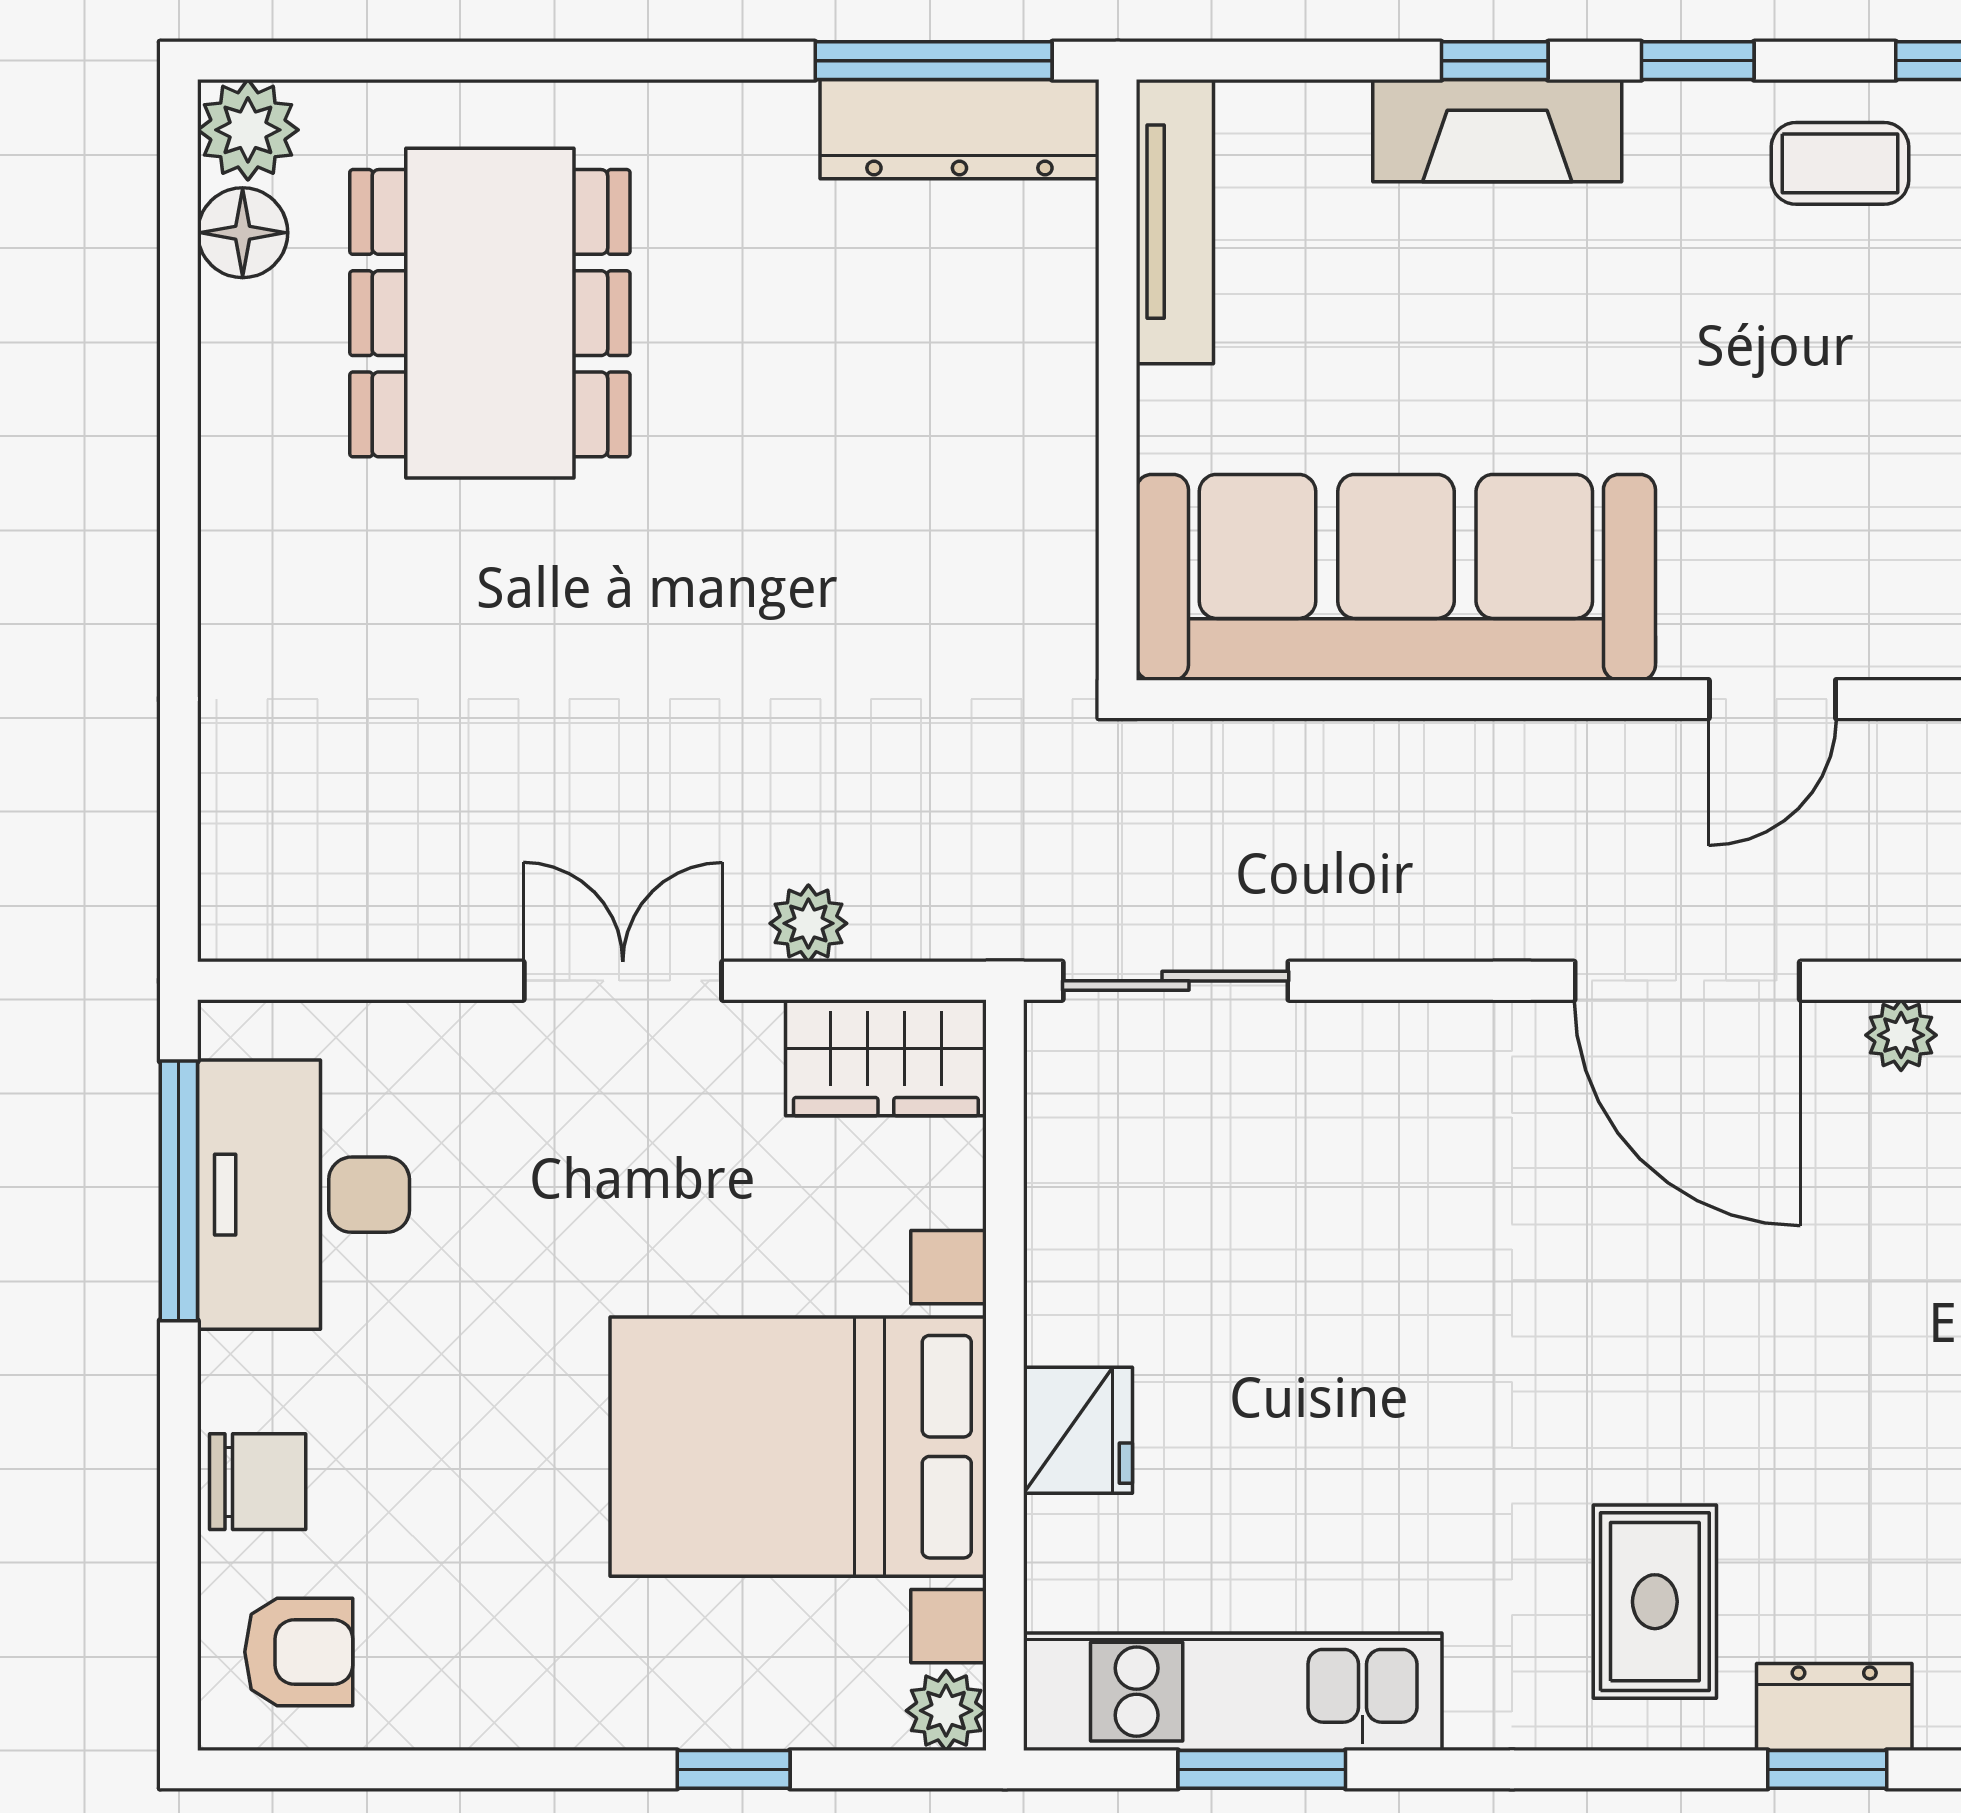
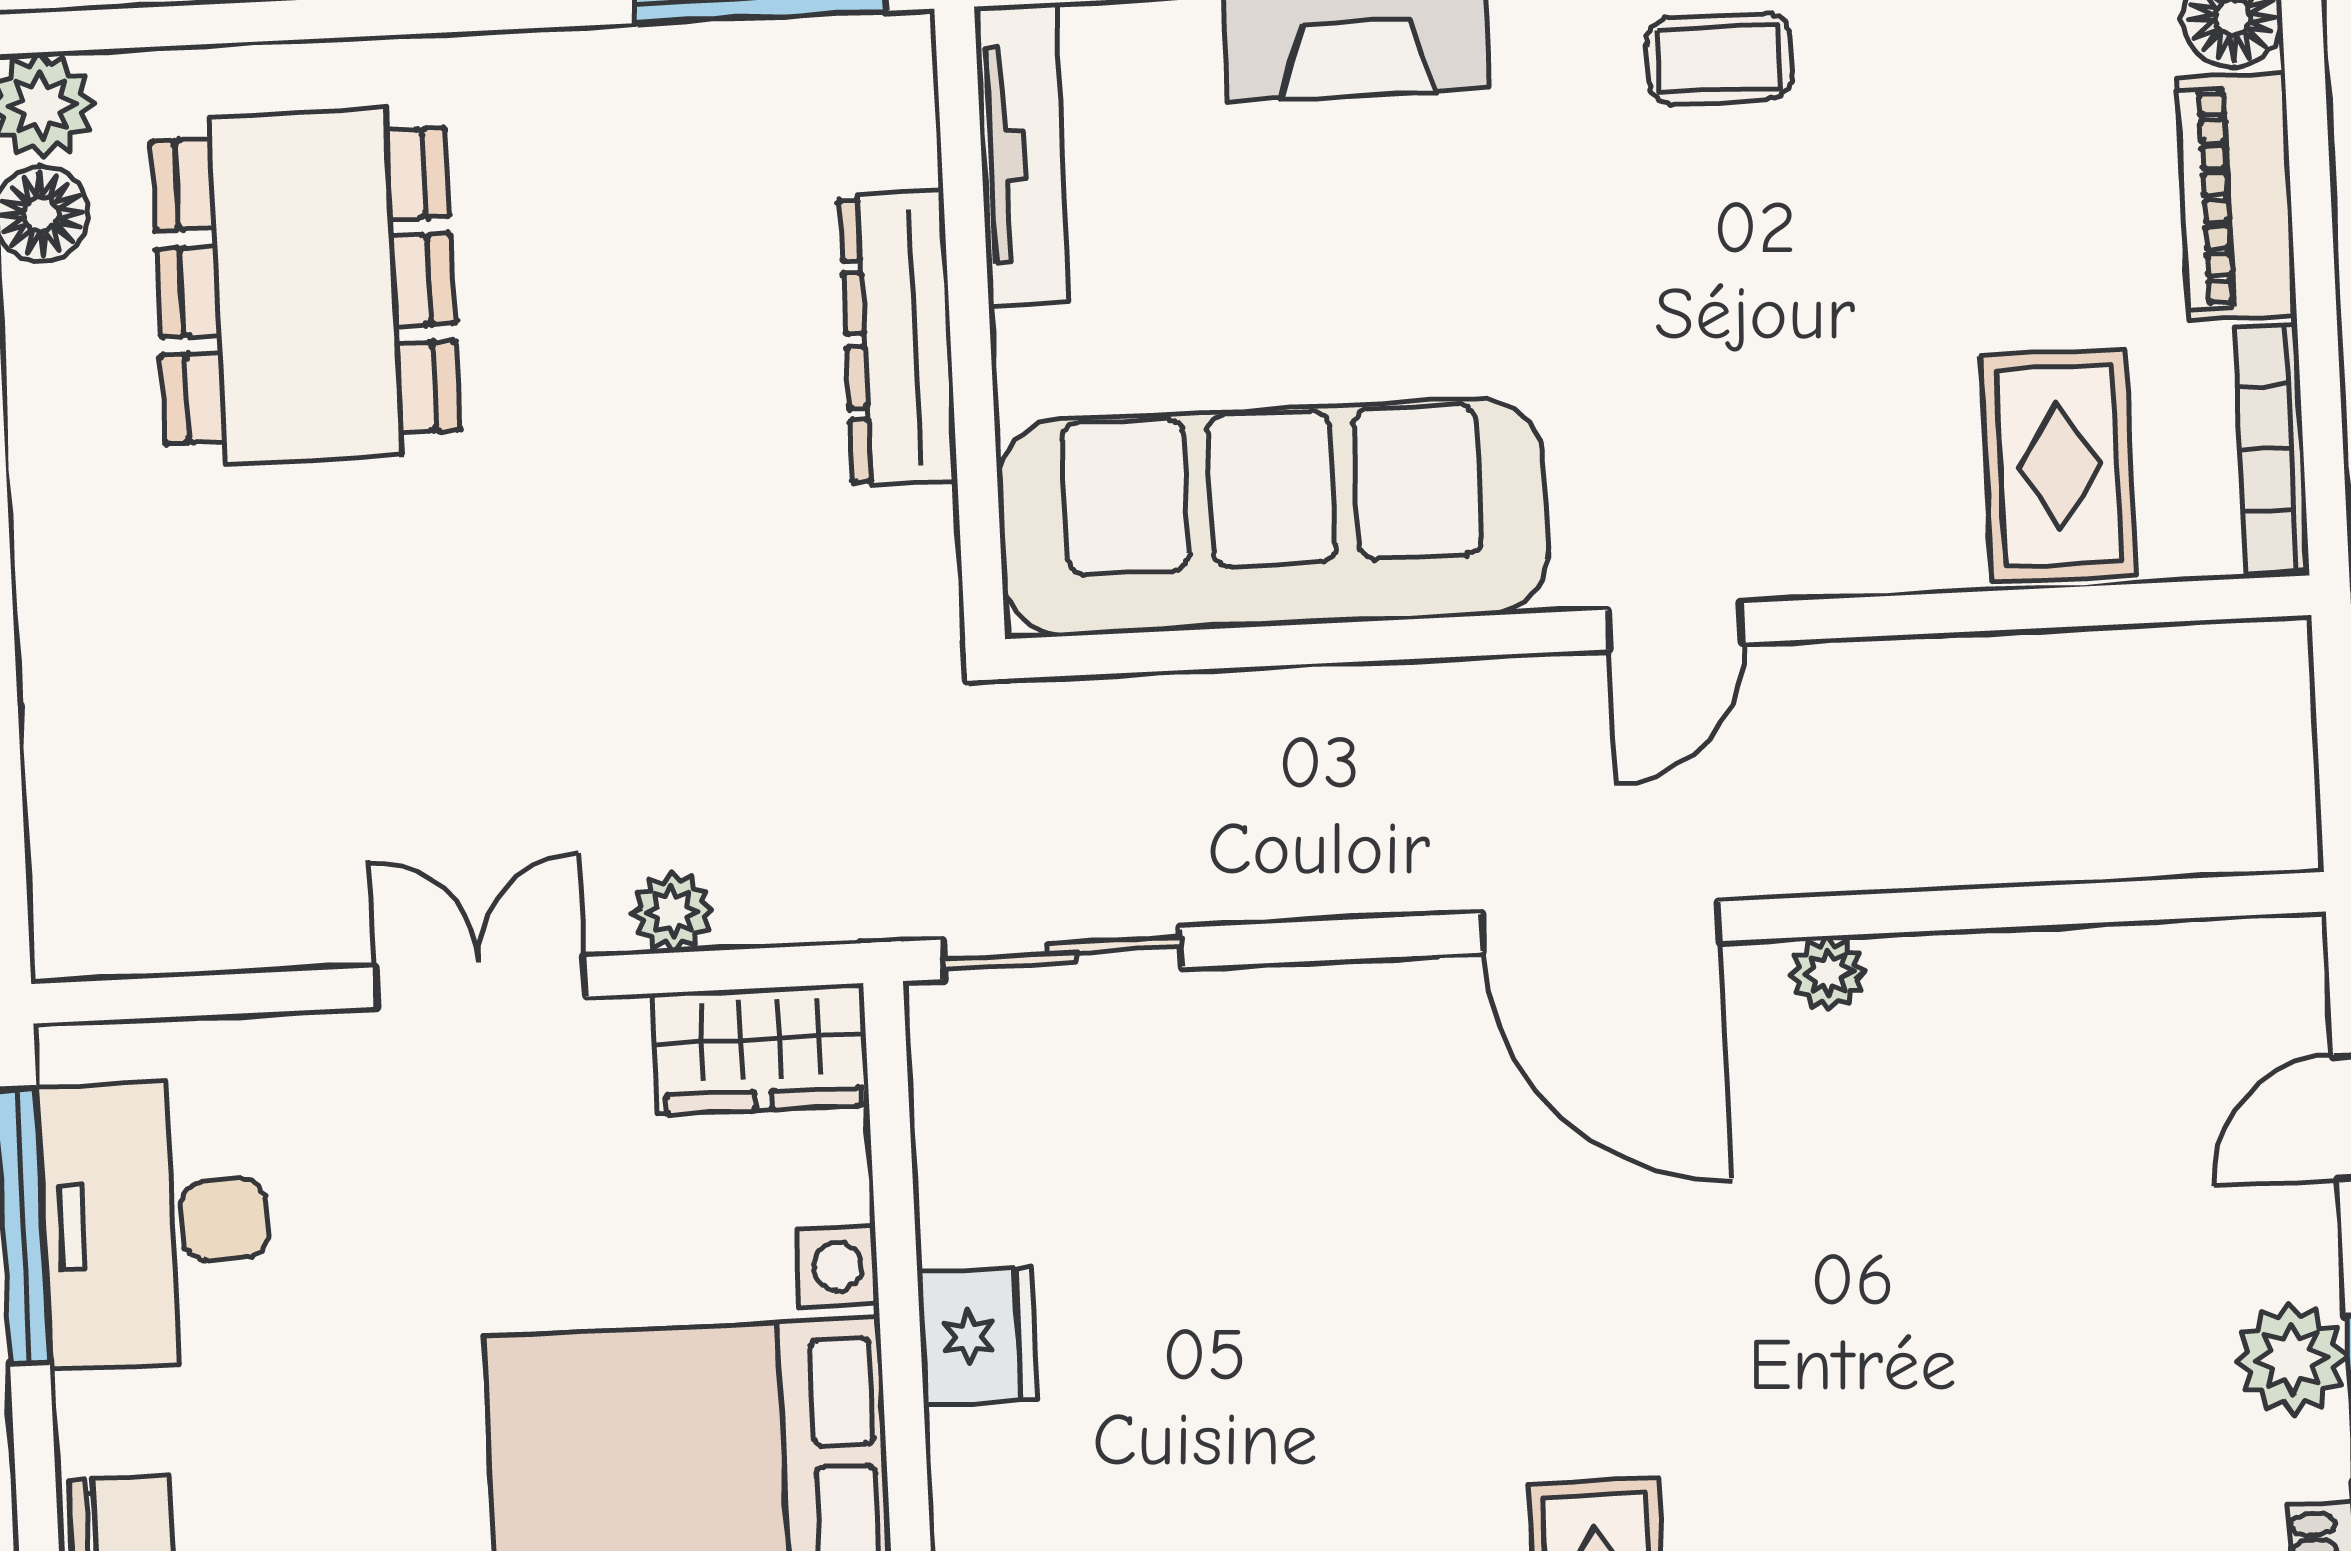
dresser: (959, 129) -> (898, 338), moved, turned 90
fridge: (1078, 1430) -> (977, 1336), moved

